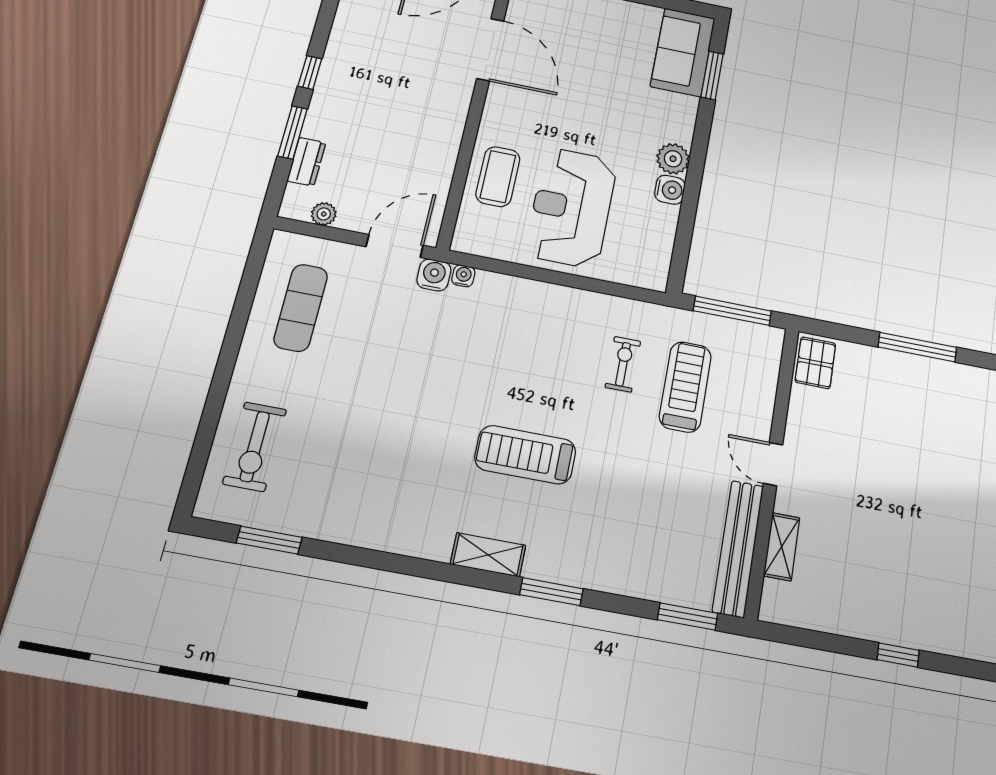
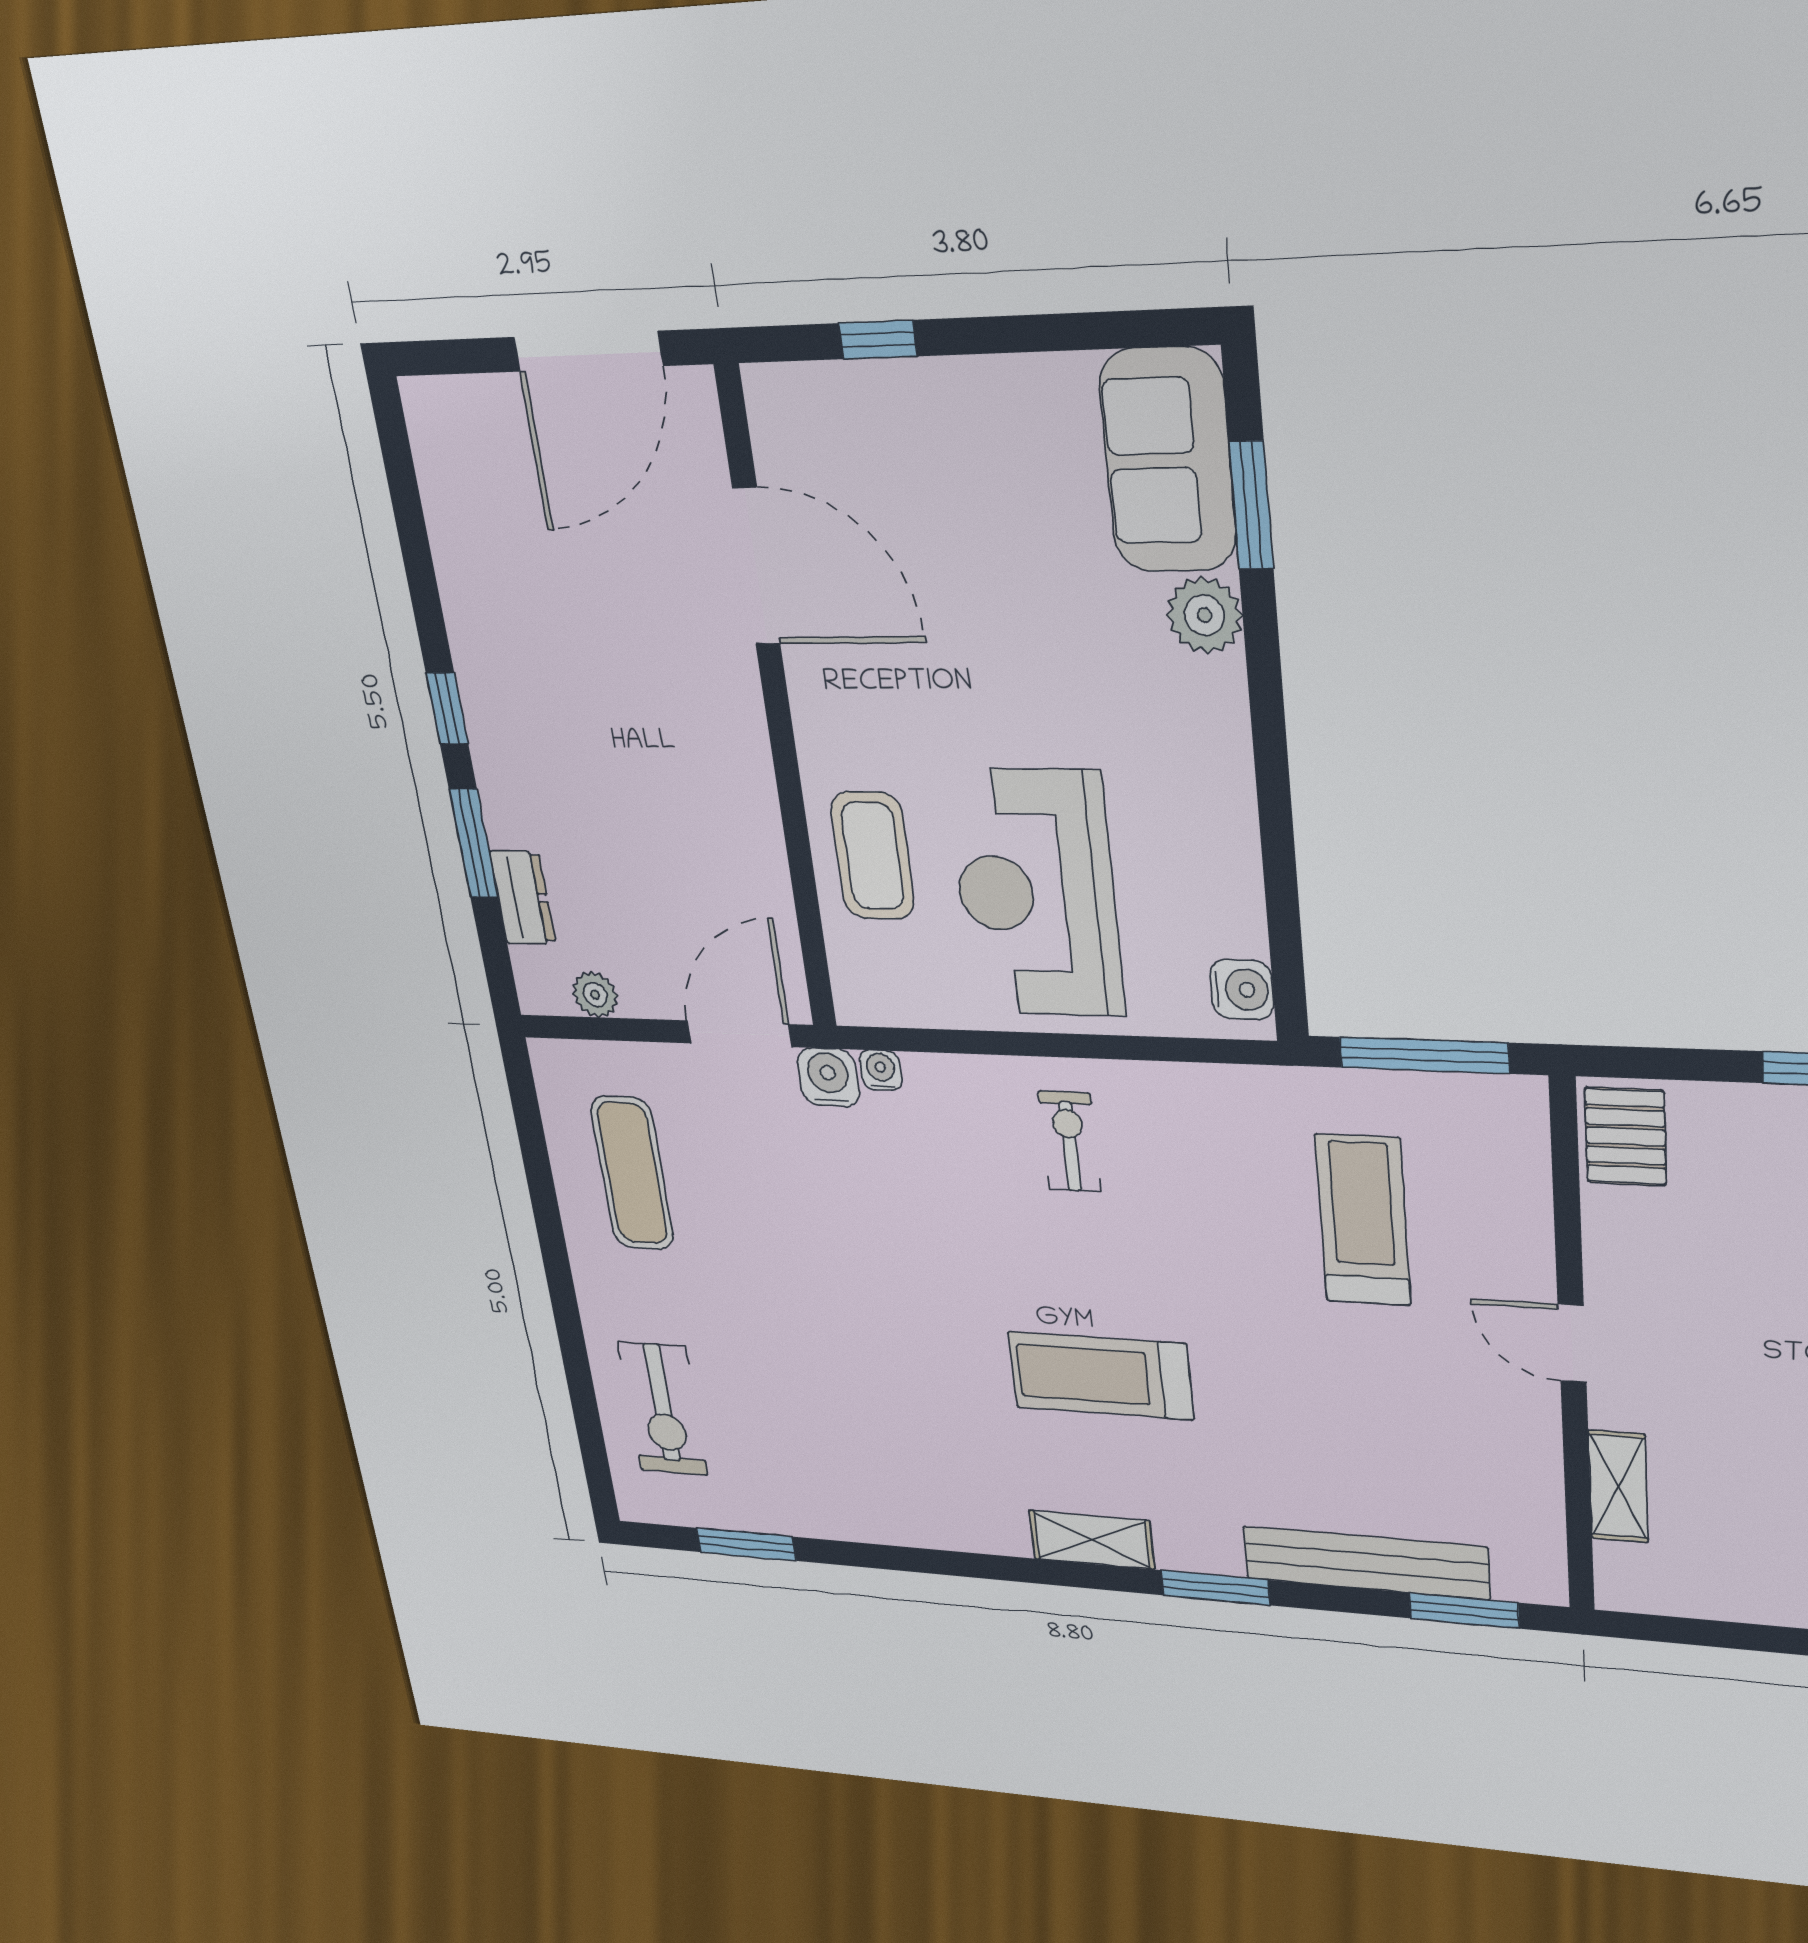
plant: (673, 159) -> (1204, 615), moved
water cooler: (670, 190) -> (1242, 990), moved
exercise bike: (623, 364) -> (1070, 1141), moved
bench: (738, 548) -> (1366, 1563), moved, turned 90

